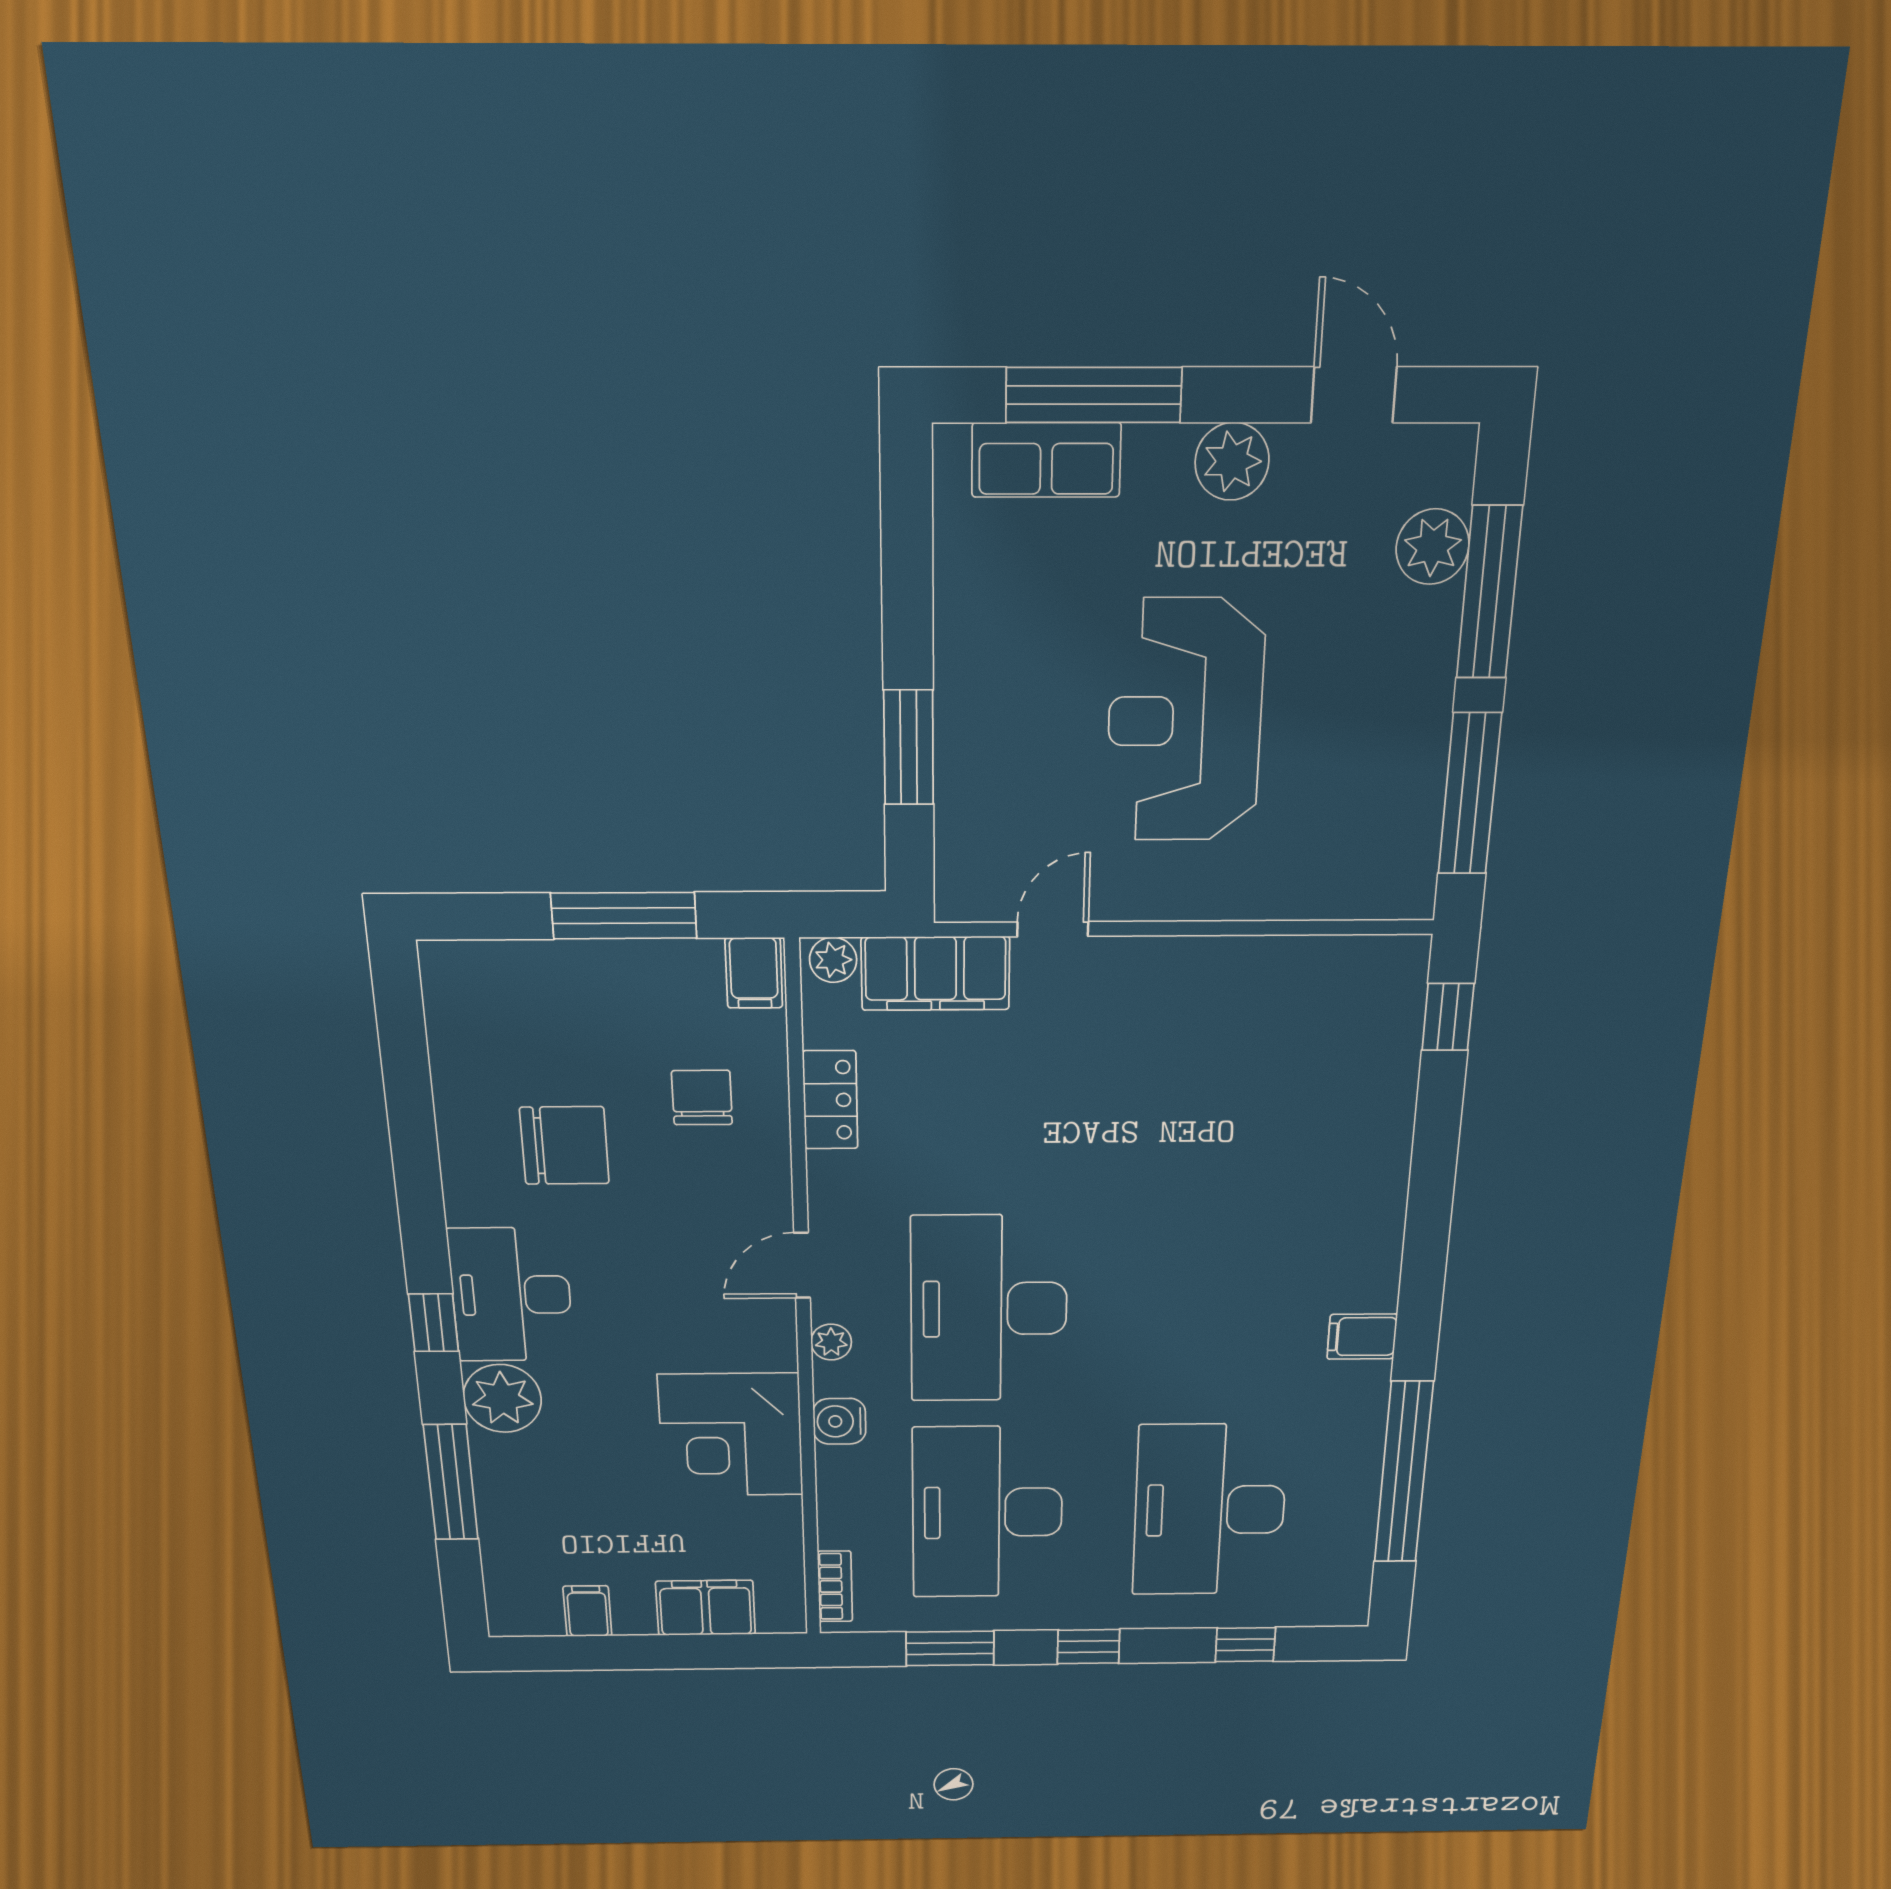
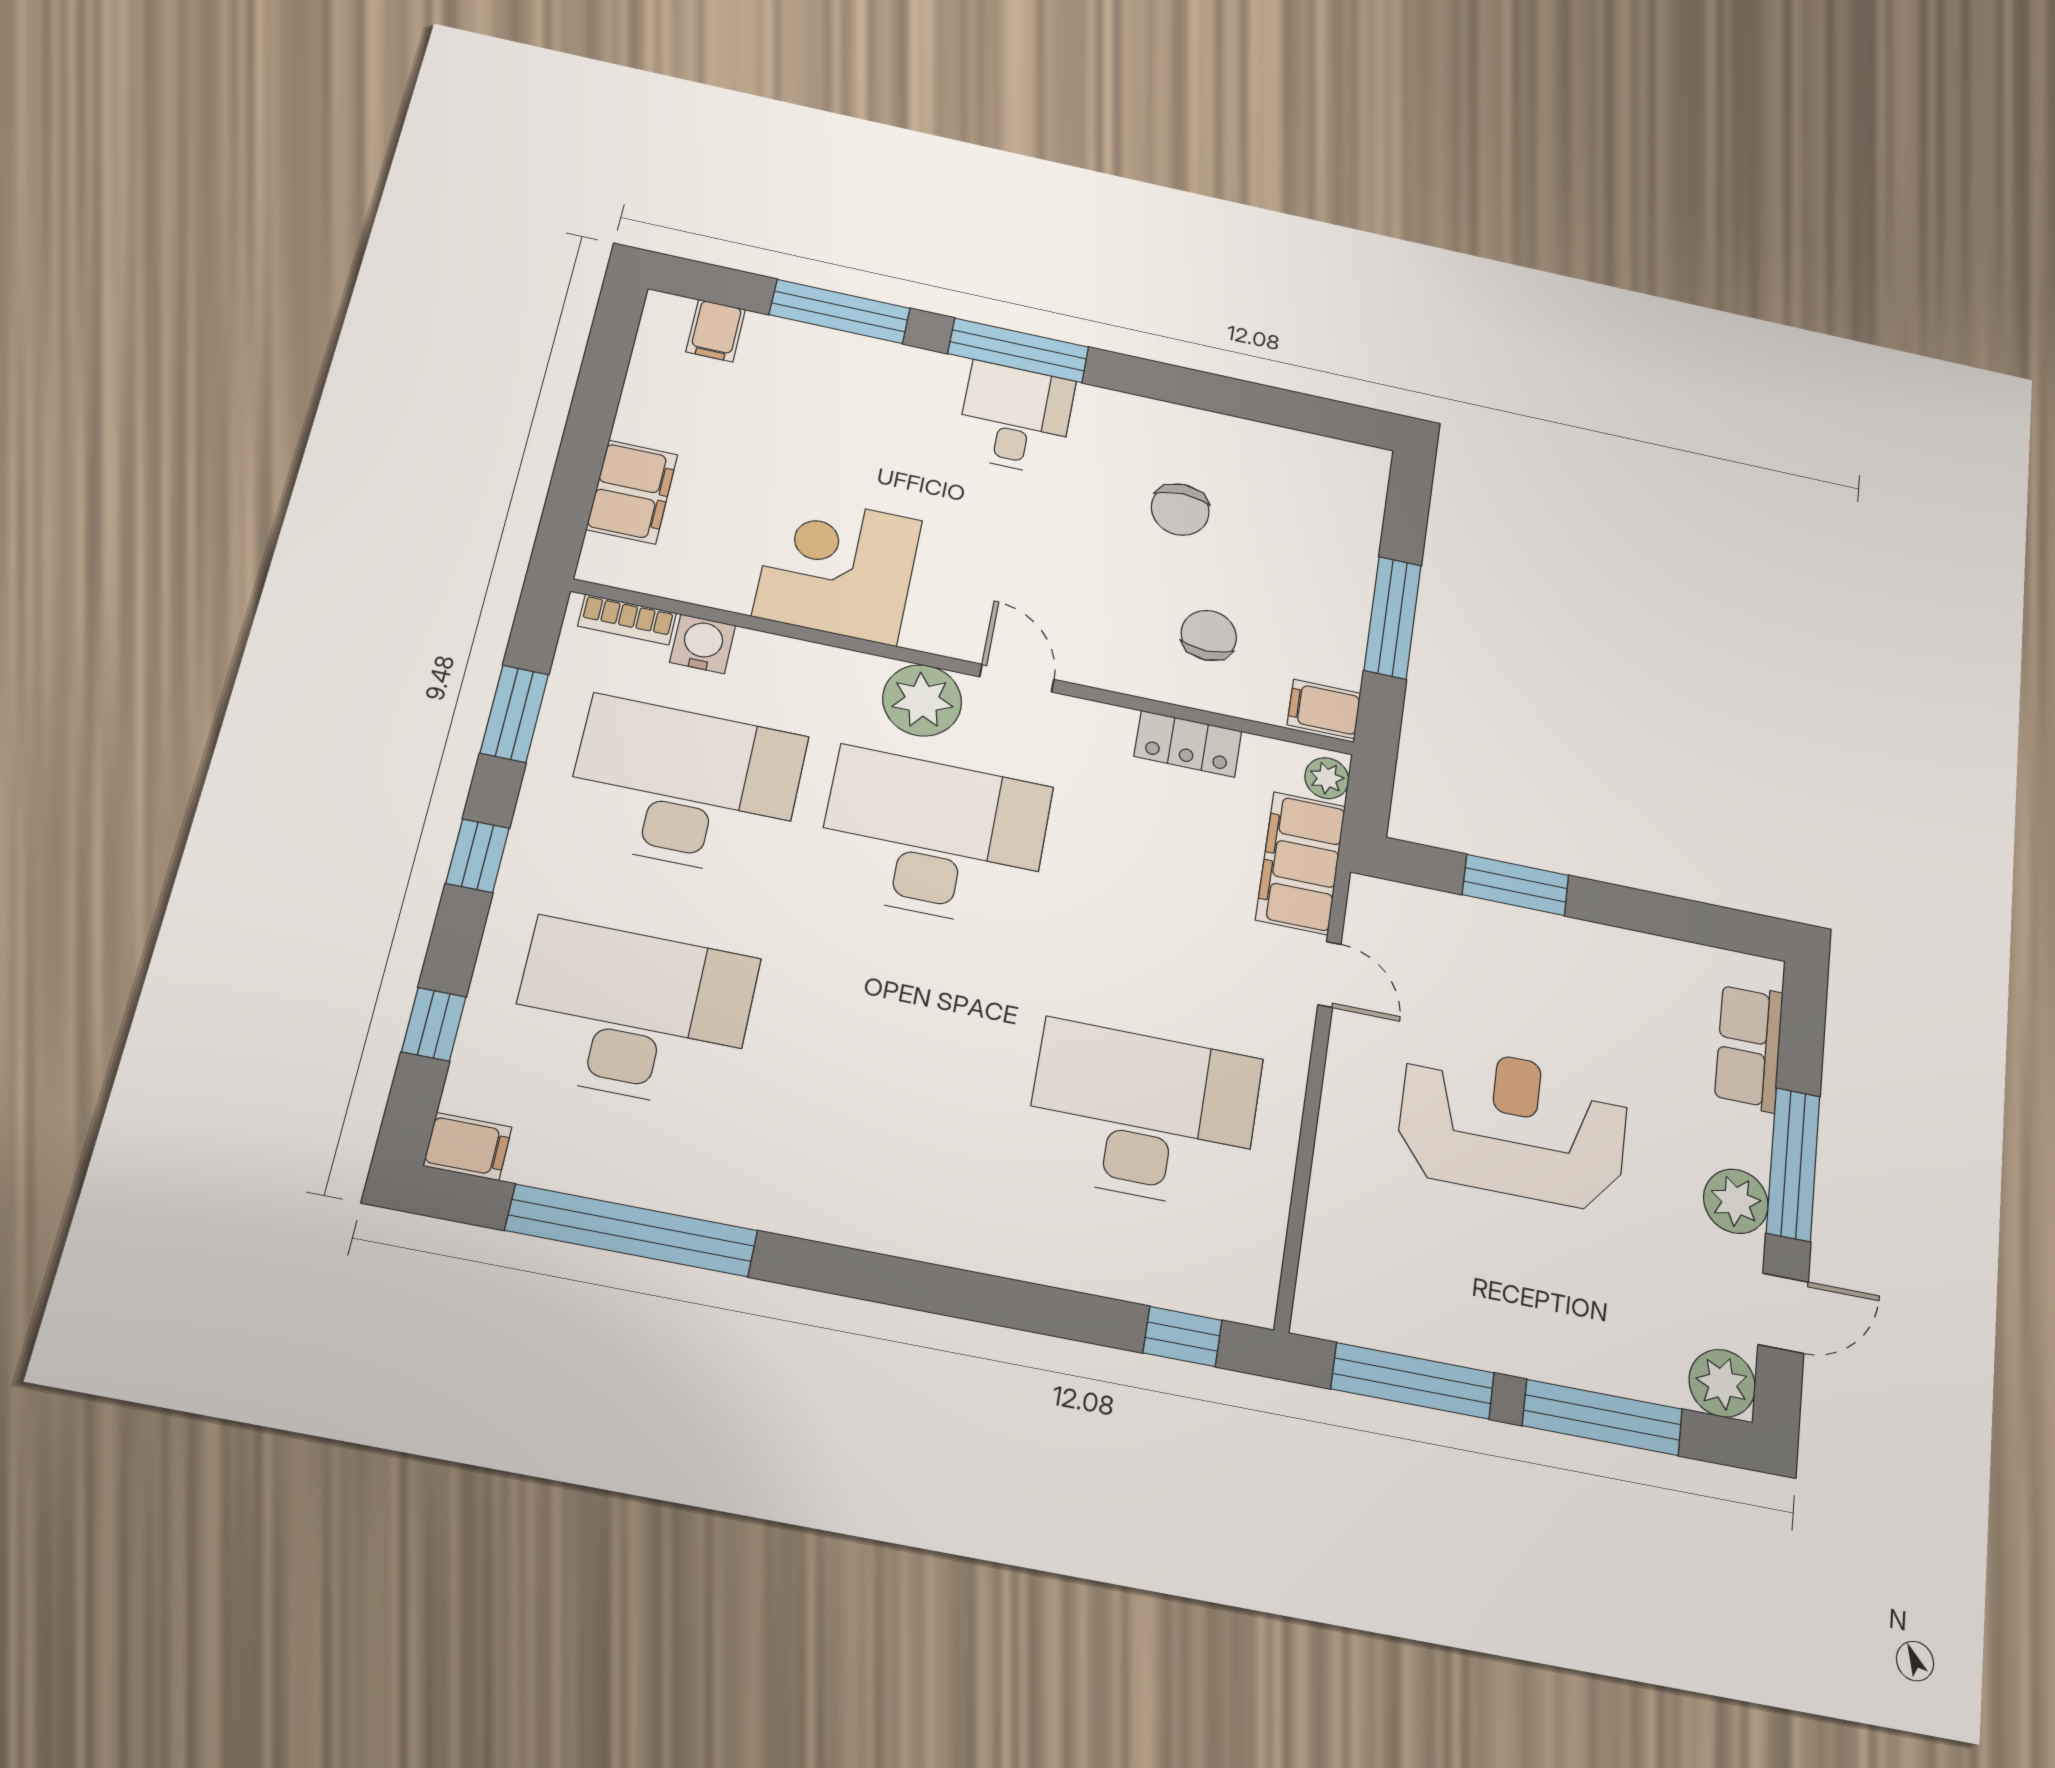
window: (1094, 395) -> (1793, 1164), moved
plant: (1432, 547) -> (1722, 1383), moved
desk: (1233, 1084) -> (1143, 1115), added
chair: (702, 1098) -> (1209, 635), turned -90
chair: (564, 1146) -> (1180, 510), width x0.73, depth x0.73
desk: (511, 1295) -> (1015, 418), width x0.73
window: (434, 1323) -> (1018, 350), width x2.17
filing cabinet: (1362, 1337) -> (467, 1147), moved, turned 90
plant: (831, 1342) -> (922, 700), width x1.88, depth x1.88
plant: (502, 1398) -> (924, 382), removed
water cooler: (839, 1421) -> (703, 644), moved
filing cabinet: (587, 1611) -> (716, 331), moved, turned 90

